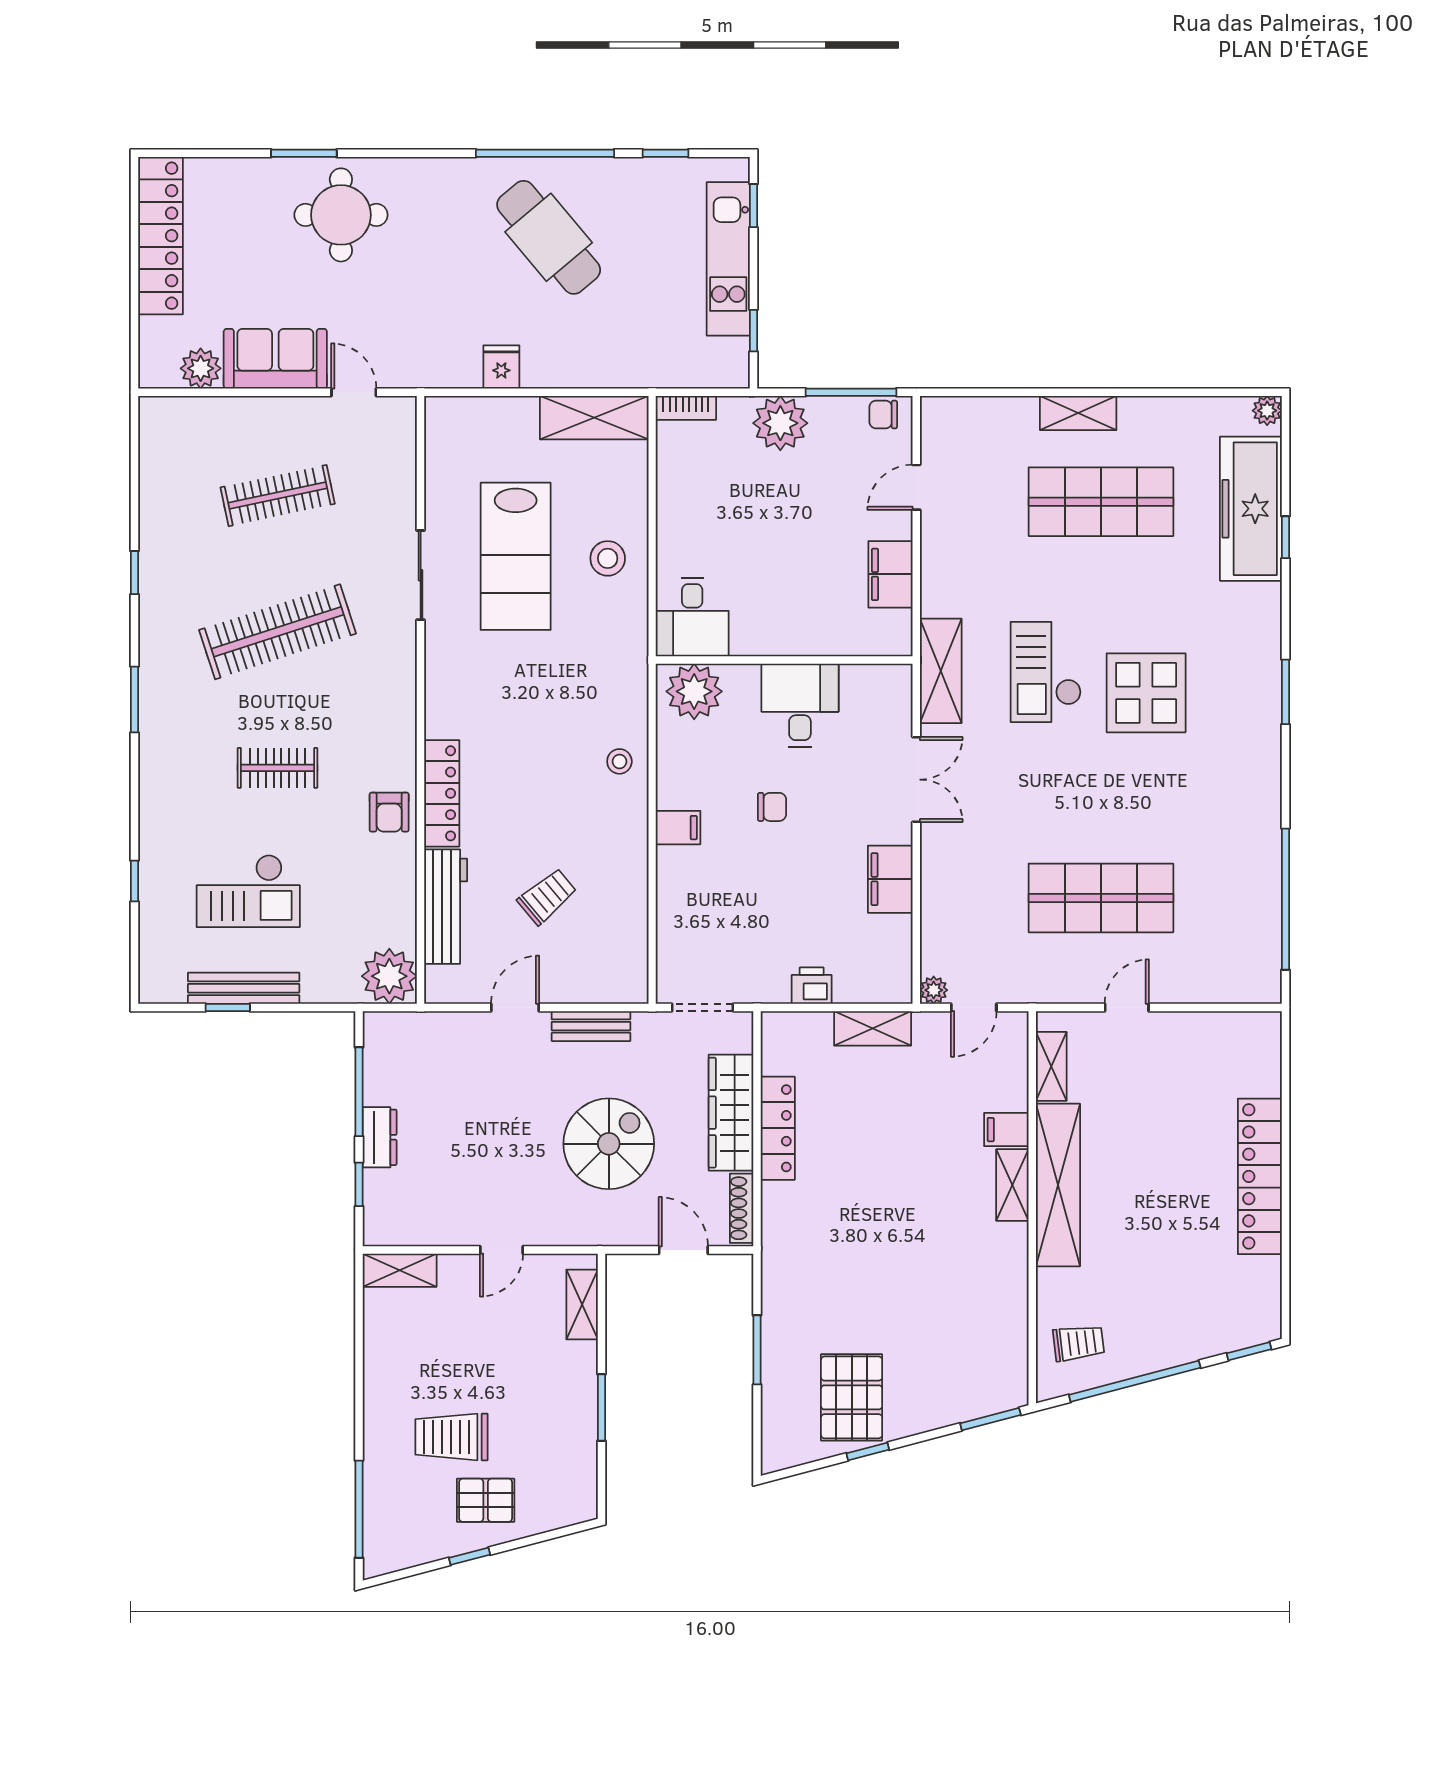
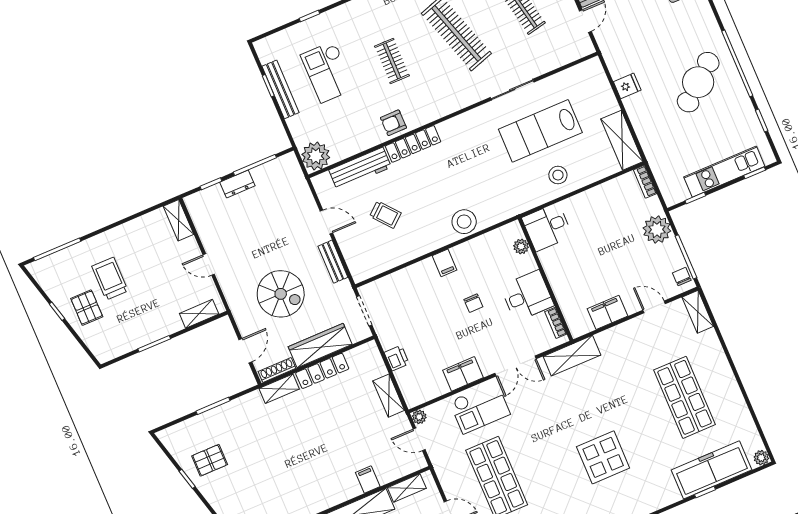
shelving: (1078, 413) -> (698, 312), moved
checkout: (1046, 672) -> (480, 408), moved, turned 180
bookcase: (870, 675) -> (556, 323), added
plant: (694, 691) -> (521, 246), width x0.53, depth x0.53
stool: (619, 761) -> (464, 222), width x1.89, depth x1.89
shelving: (1012, 1185) -> (279, 389), moved
pallet: (852, 1397) -> (210, 460), width x0.67, depth x0.71

